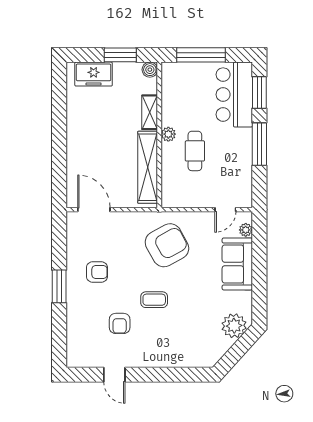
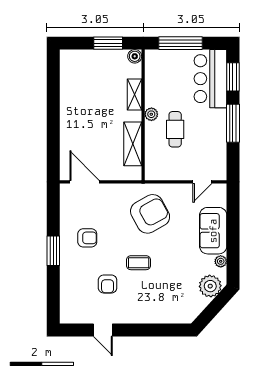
freezer: (94, 74) -> (84, 60), removed
shelving: (148, 167) -> (133, 144), width x0.68
plant: (246, 230) -> (221, 261), moved

